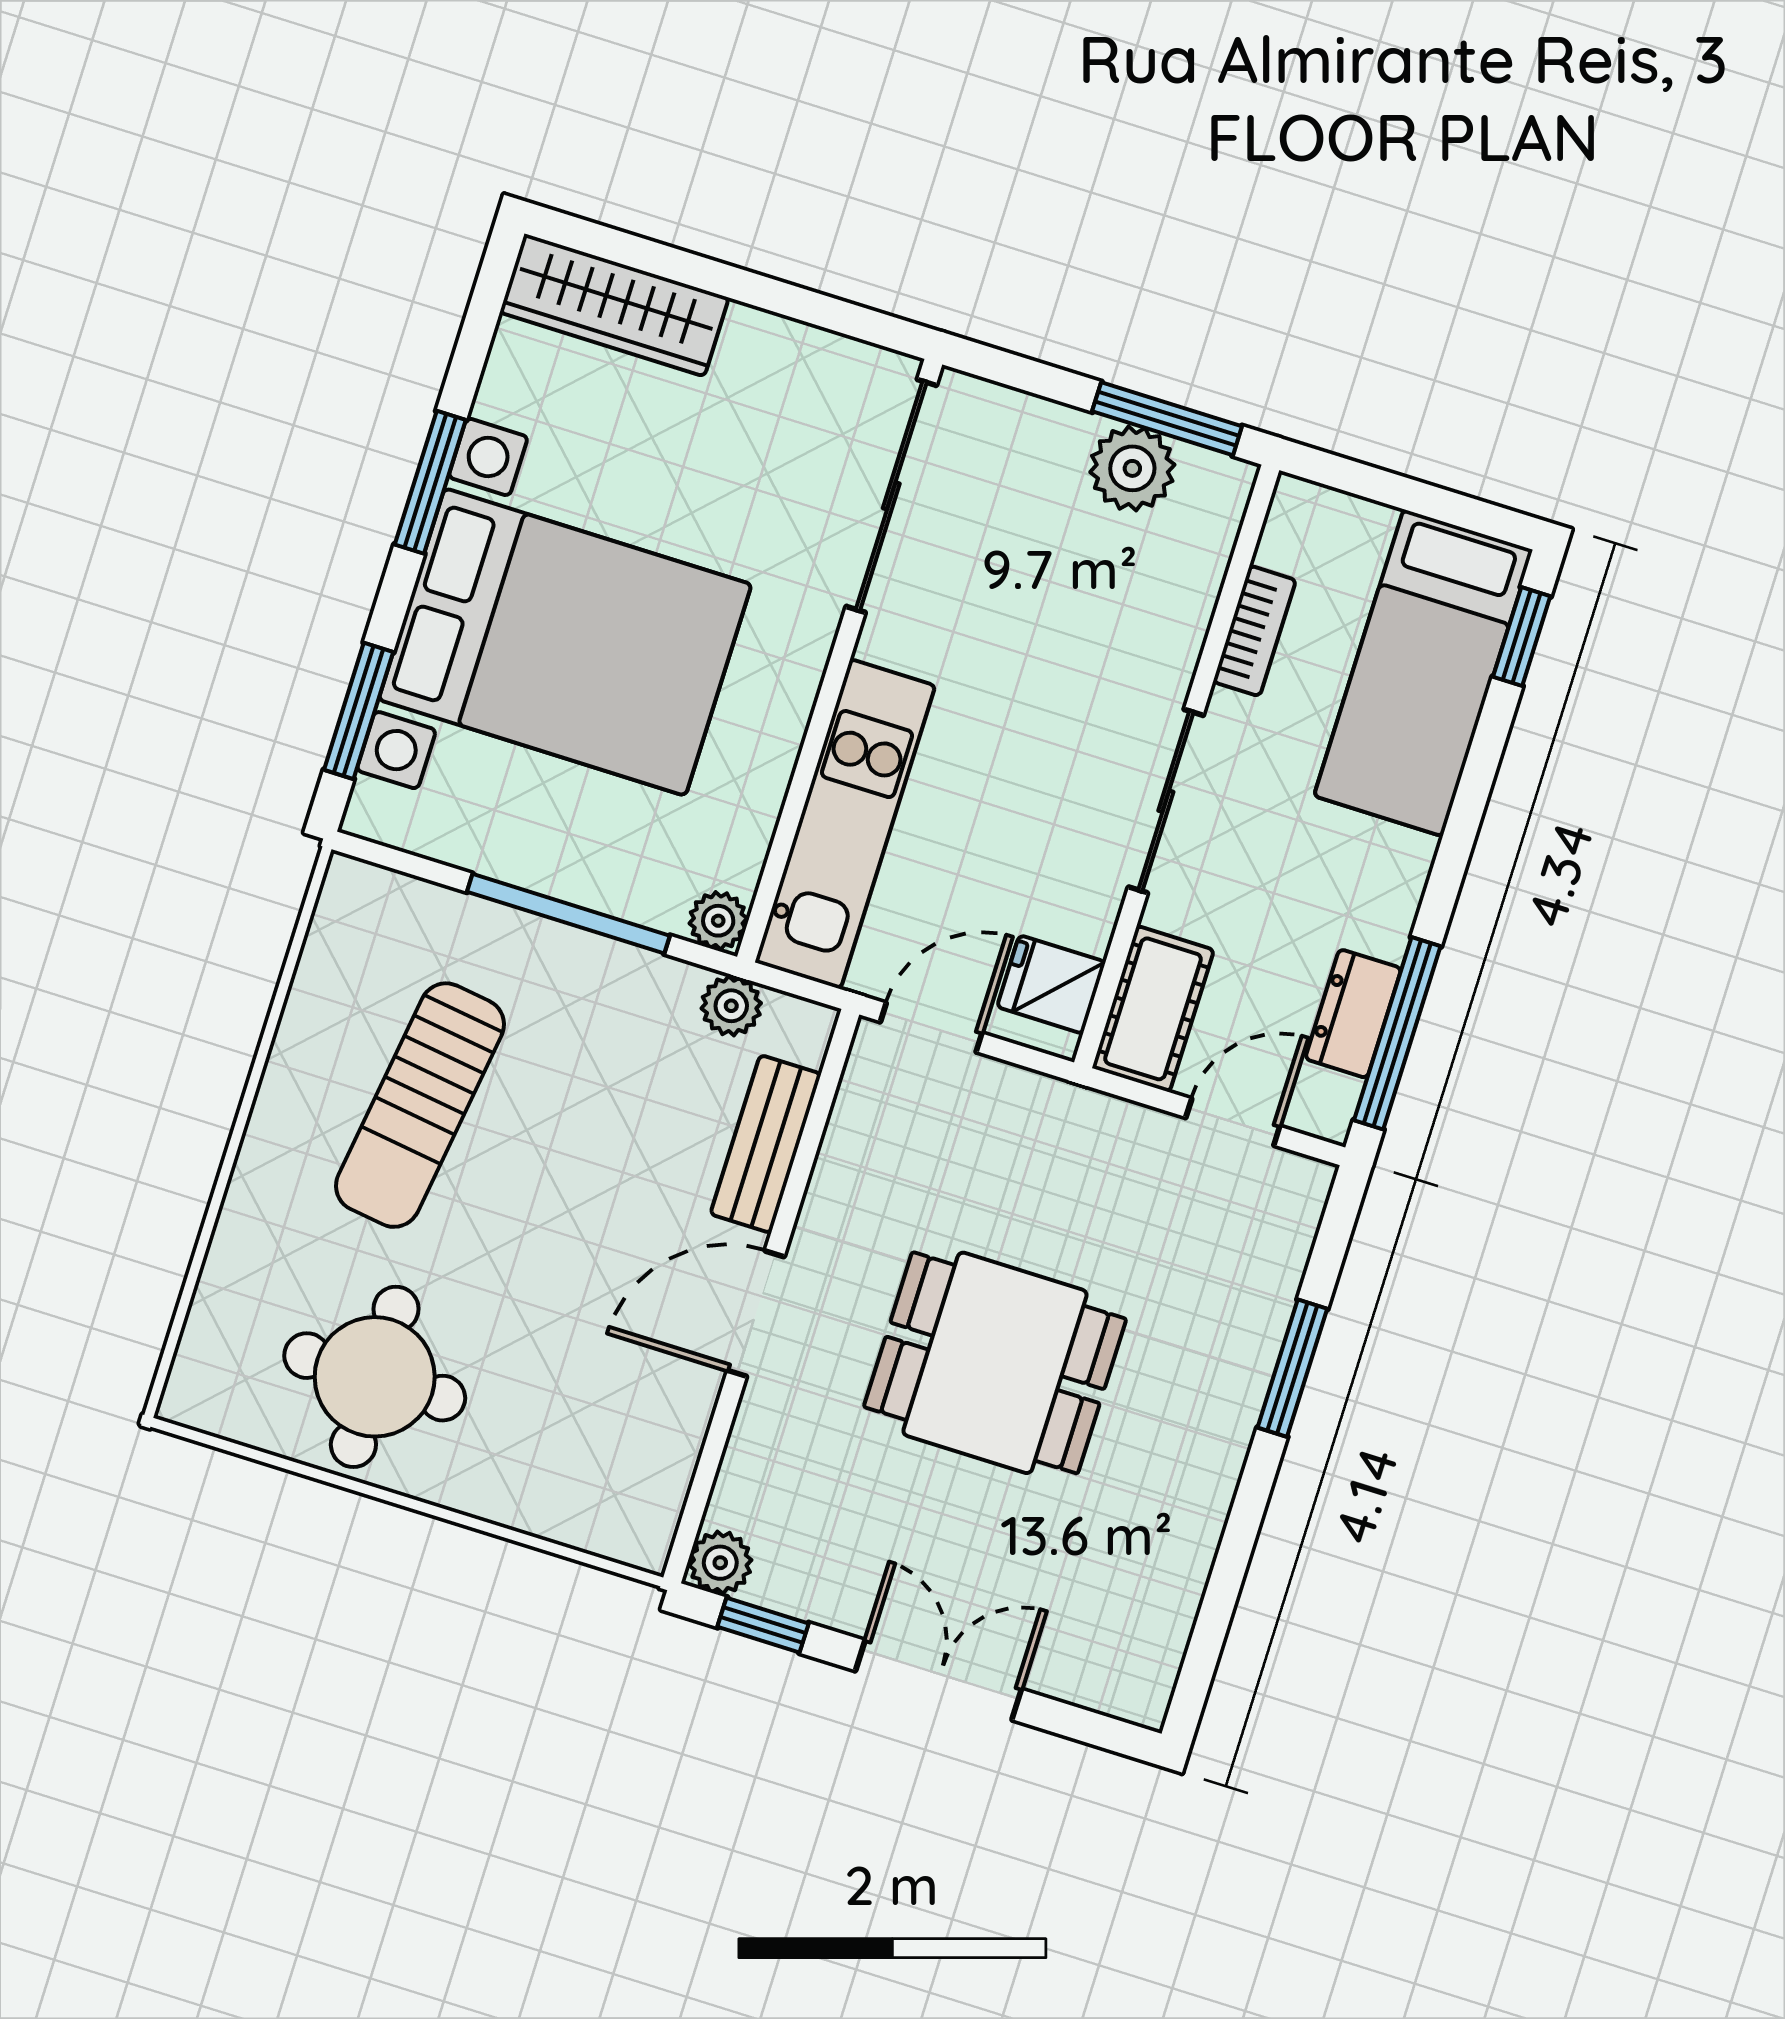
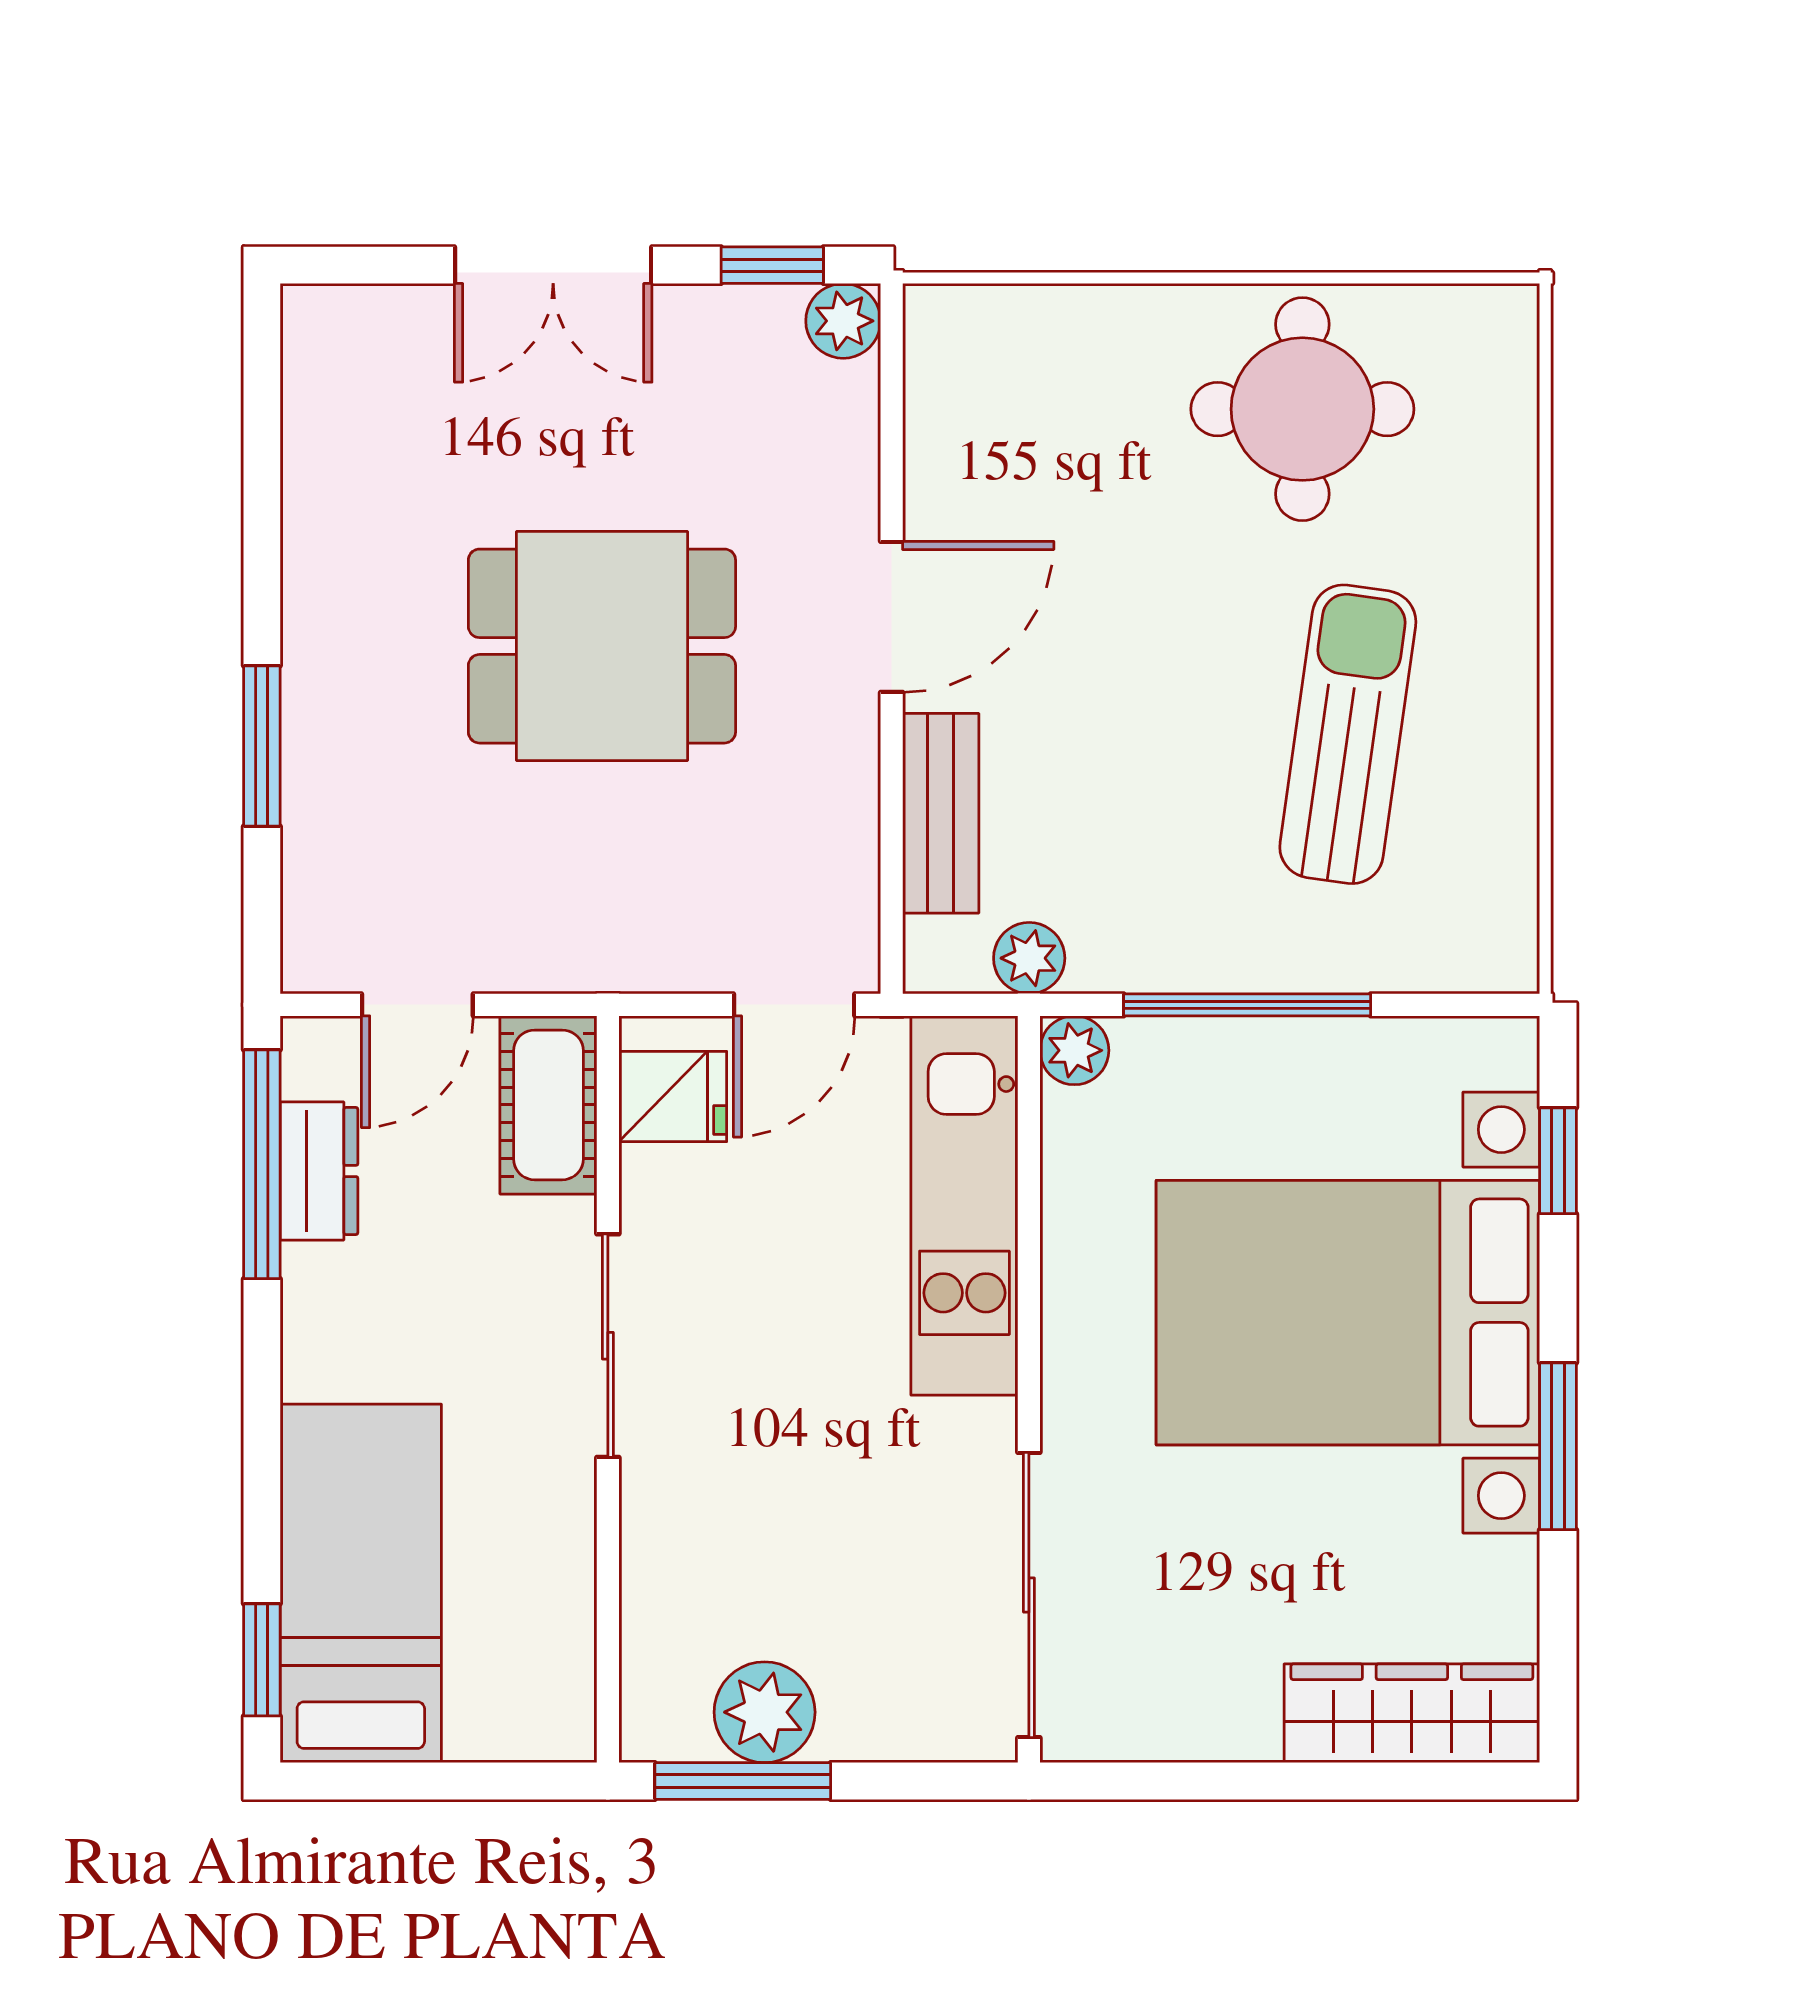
bookcase: (1255, 631) -> (568, 1571), removed
window: (359, 711) -> (1558, 1161), width x0.67

